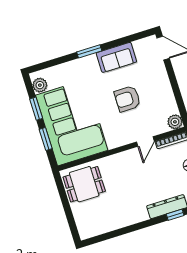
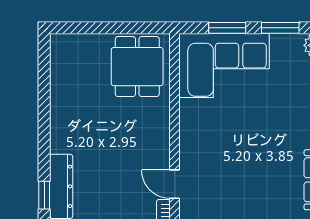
armchair: (127, 99) -> (251, 177), removed
corner sofa: (72, 123) -> (224, 66), width x0.73, depth x0.74

